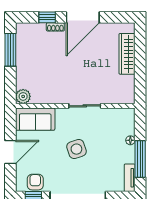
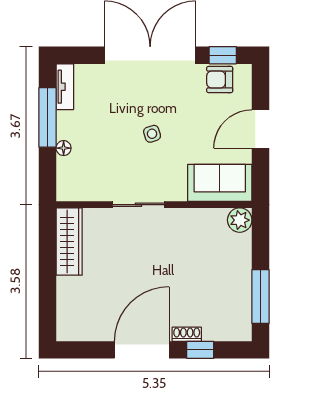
wardrobe: (127, 54) -> (69, 242), moved
side table: (76, 149) -> (152, 134), width x0.54, depth x0.54
armchair: (35, 182) -> (220, 80), turned 90

